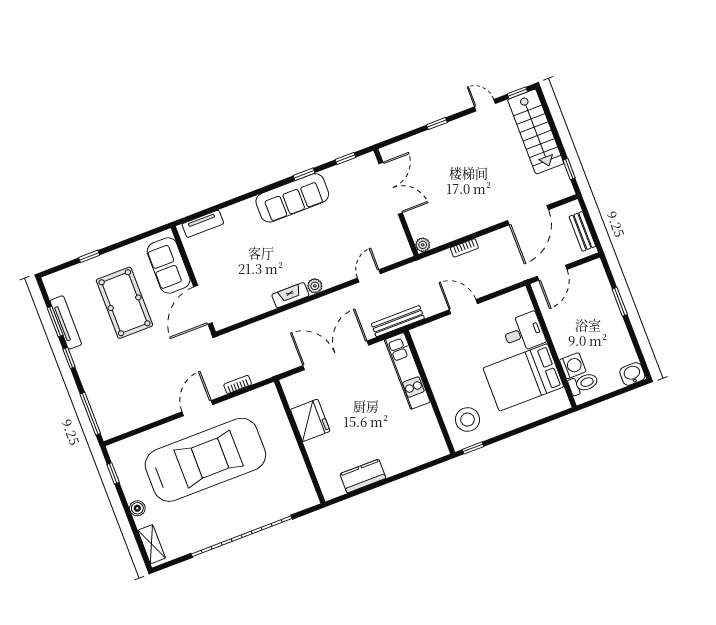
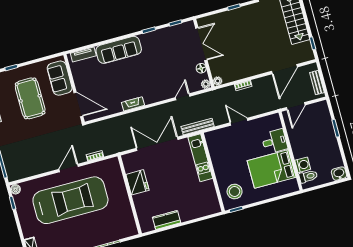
sofa: (292, 198) -> (119, 50), moved
floor lamp: (394, 227) -> (201, 68), added
plant: (315, 286) -> (206, 84), moved
door: (203, 305) -> (78, 104), swing flipped
boiler: (137, 508) -> (15, 189), moved

